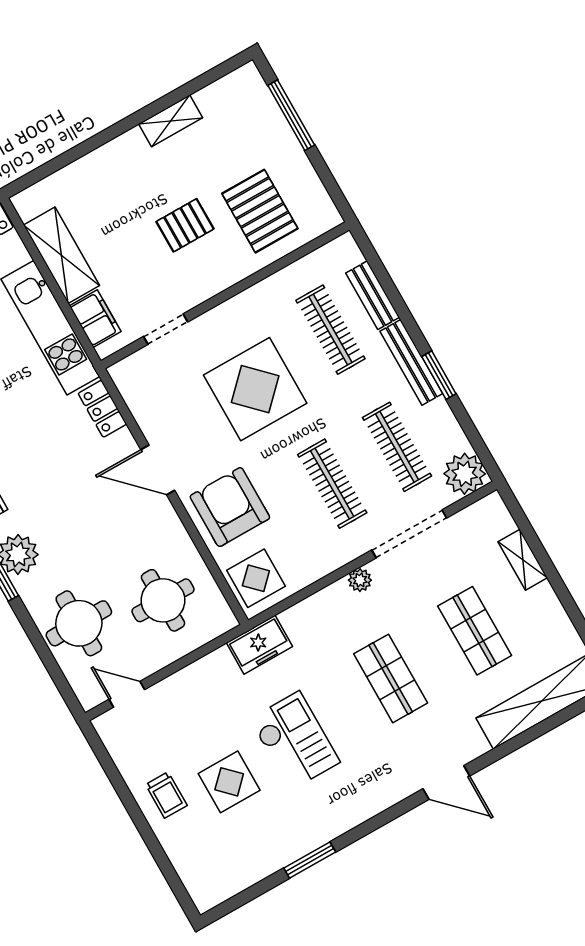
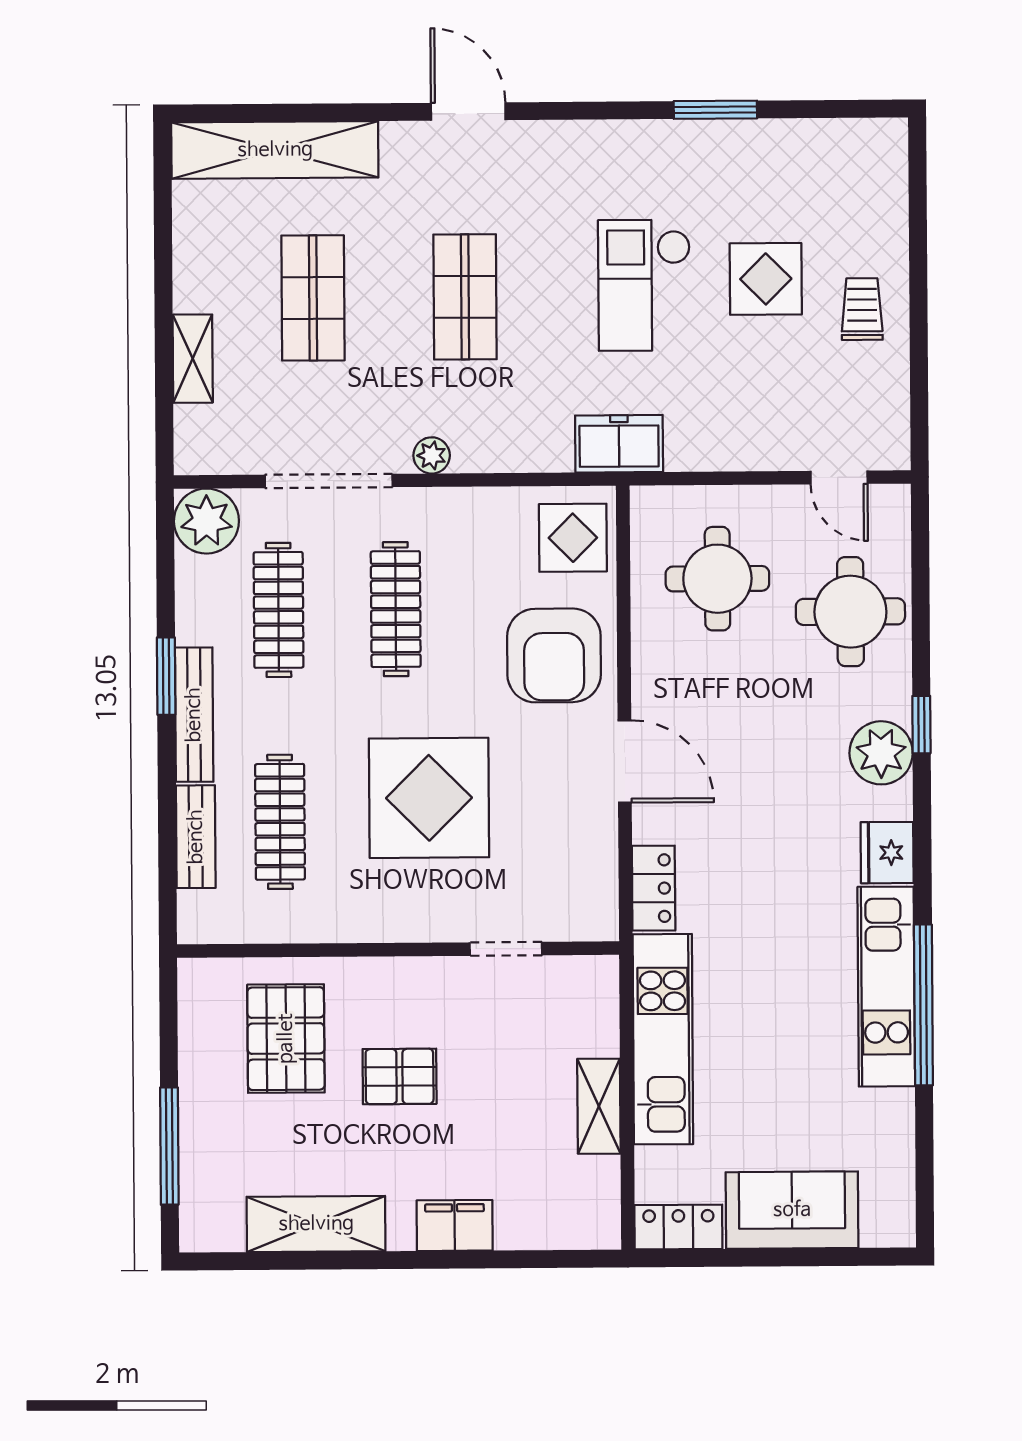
shelving: (171, 121) -> (316, 1224), width x1.50, depth x1.33
shelving: (62, 255) -> (599, 1106), width x0.67, depth x0.75
filing cabinet: (95, 319) -> (455, 1225), moved, turned 90

